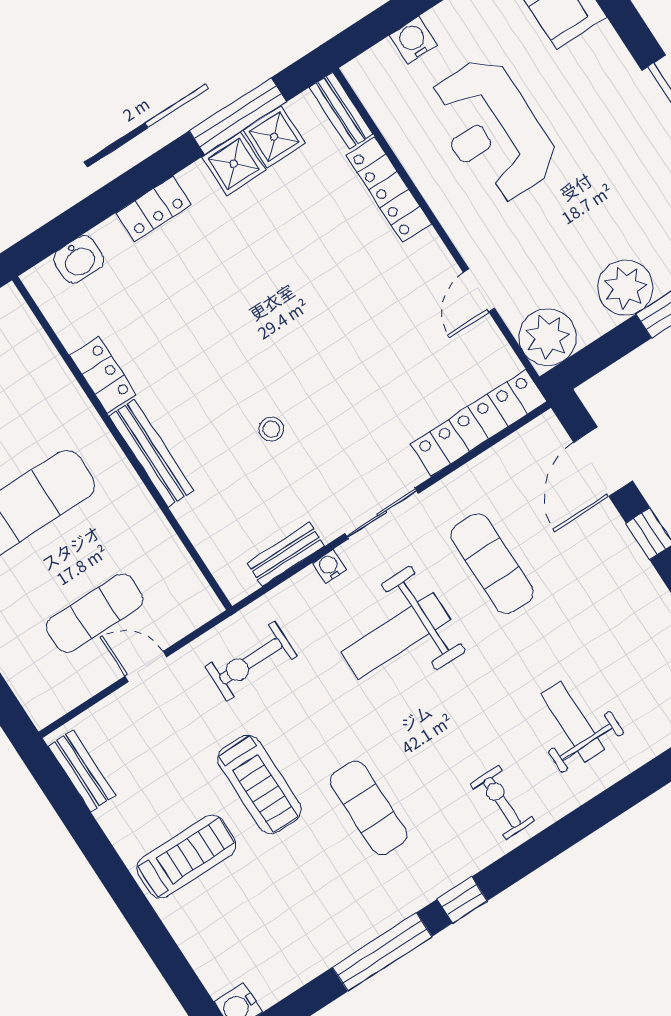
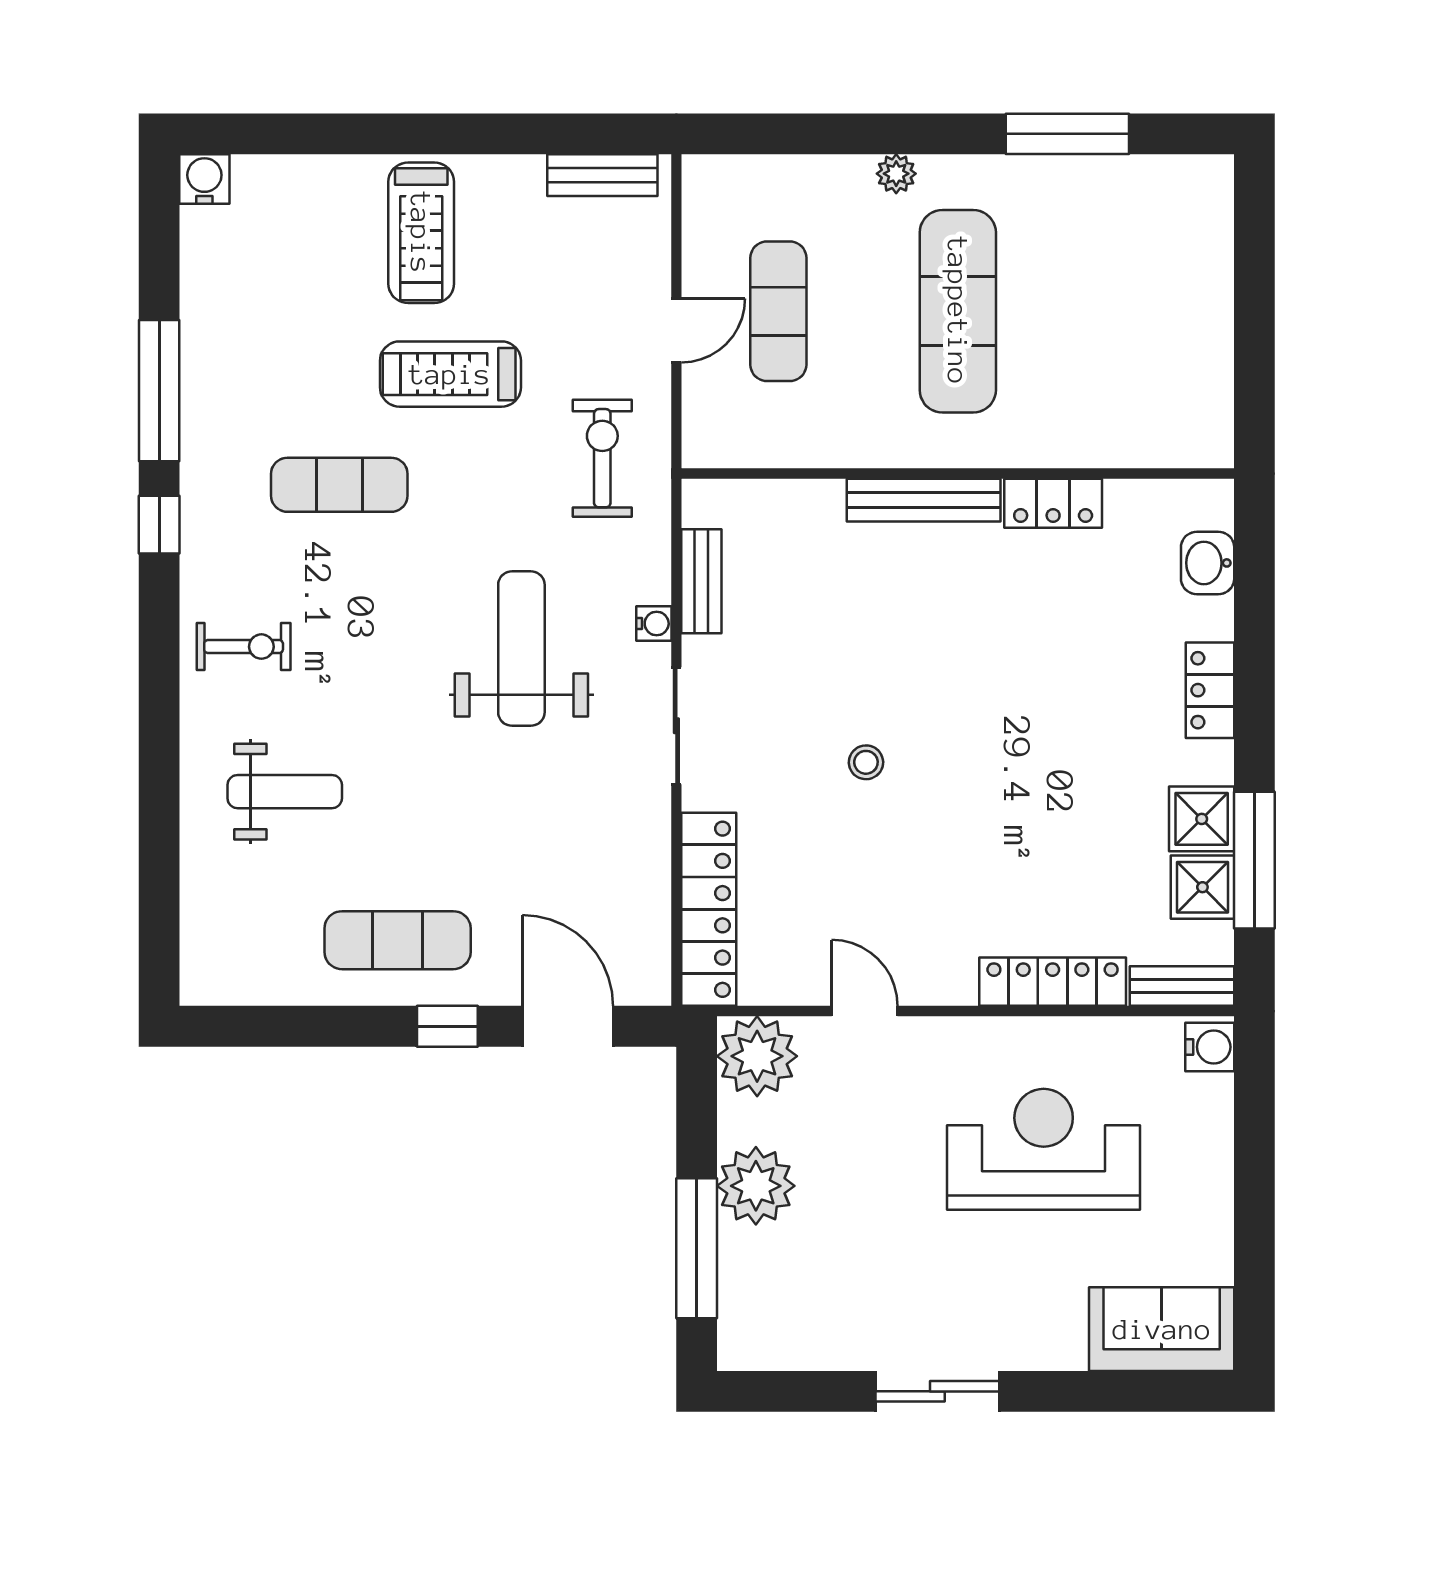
water cooler: (413, 40) -> (1210, 1047), moved
stool: (271, 429) -> (866, 762), moved
exercise mat: (492, 564) -> (398, 940), moved

